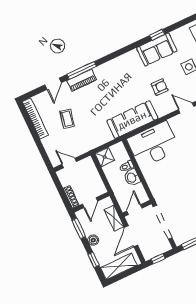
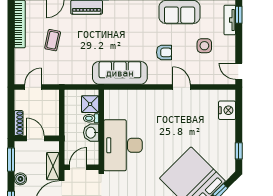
desk: (153, 144) -> (123, 145), moved, turned -90
shower: (105, 157) -> (90, 104), moved
door: (69, 163) -> (33, 87), hinge flipped
door: (90, 203) -> (35, 138), swing flipped

